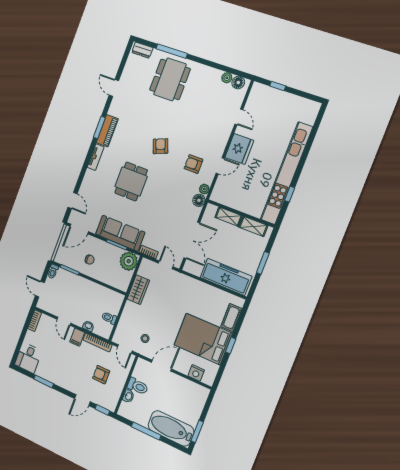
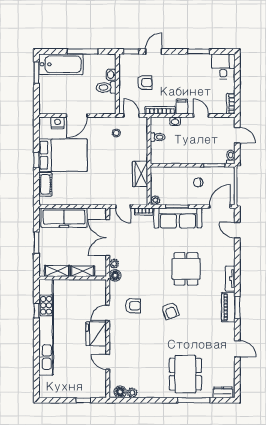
plant: (204, 189) -> (114, 264), moved
plant: (129, 261) -> (155, 200), width x0.53, depth x0.53
door: (161, 366) -> (77, 115), moved

